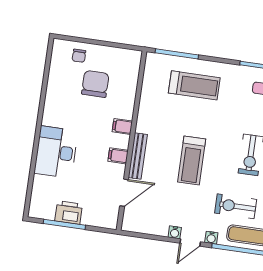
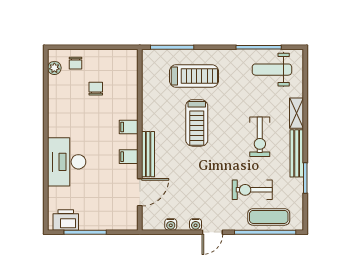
plant: (57, 57) -> (54, 68), added
chair: (95, 84) -> (96, 89), width x0.54, depth x0.54
treadmill: (192, 160) -> (197, 123), moved
printer: (69, 213) -> (66, 220), moved
water cooler: (211, 238) -> (171, 224), moved

